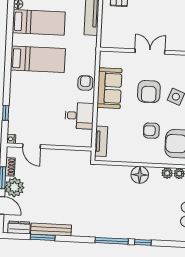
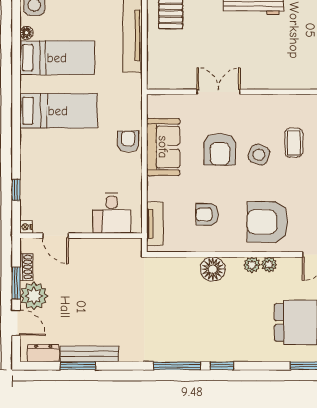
desk: (79, 116) -> (112, 213), moved, turned 90
armchair: (151, 131) -> (207, 214), moved

